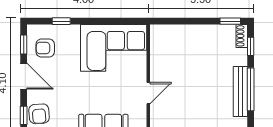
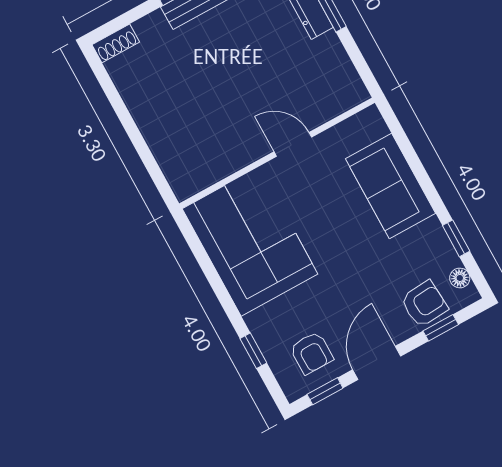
window: (230, 21) -> (102, 75), removed
window: (251, 46) -> (125, 20), removed

